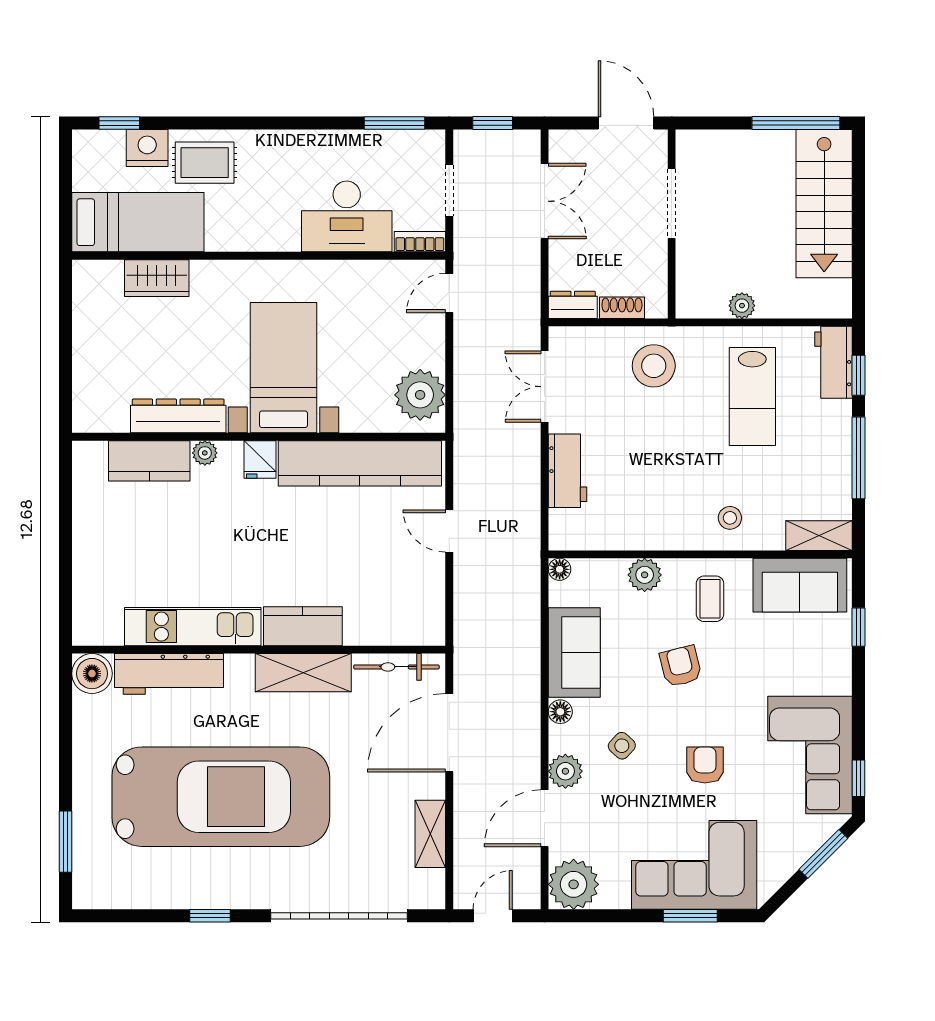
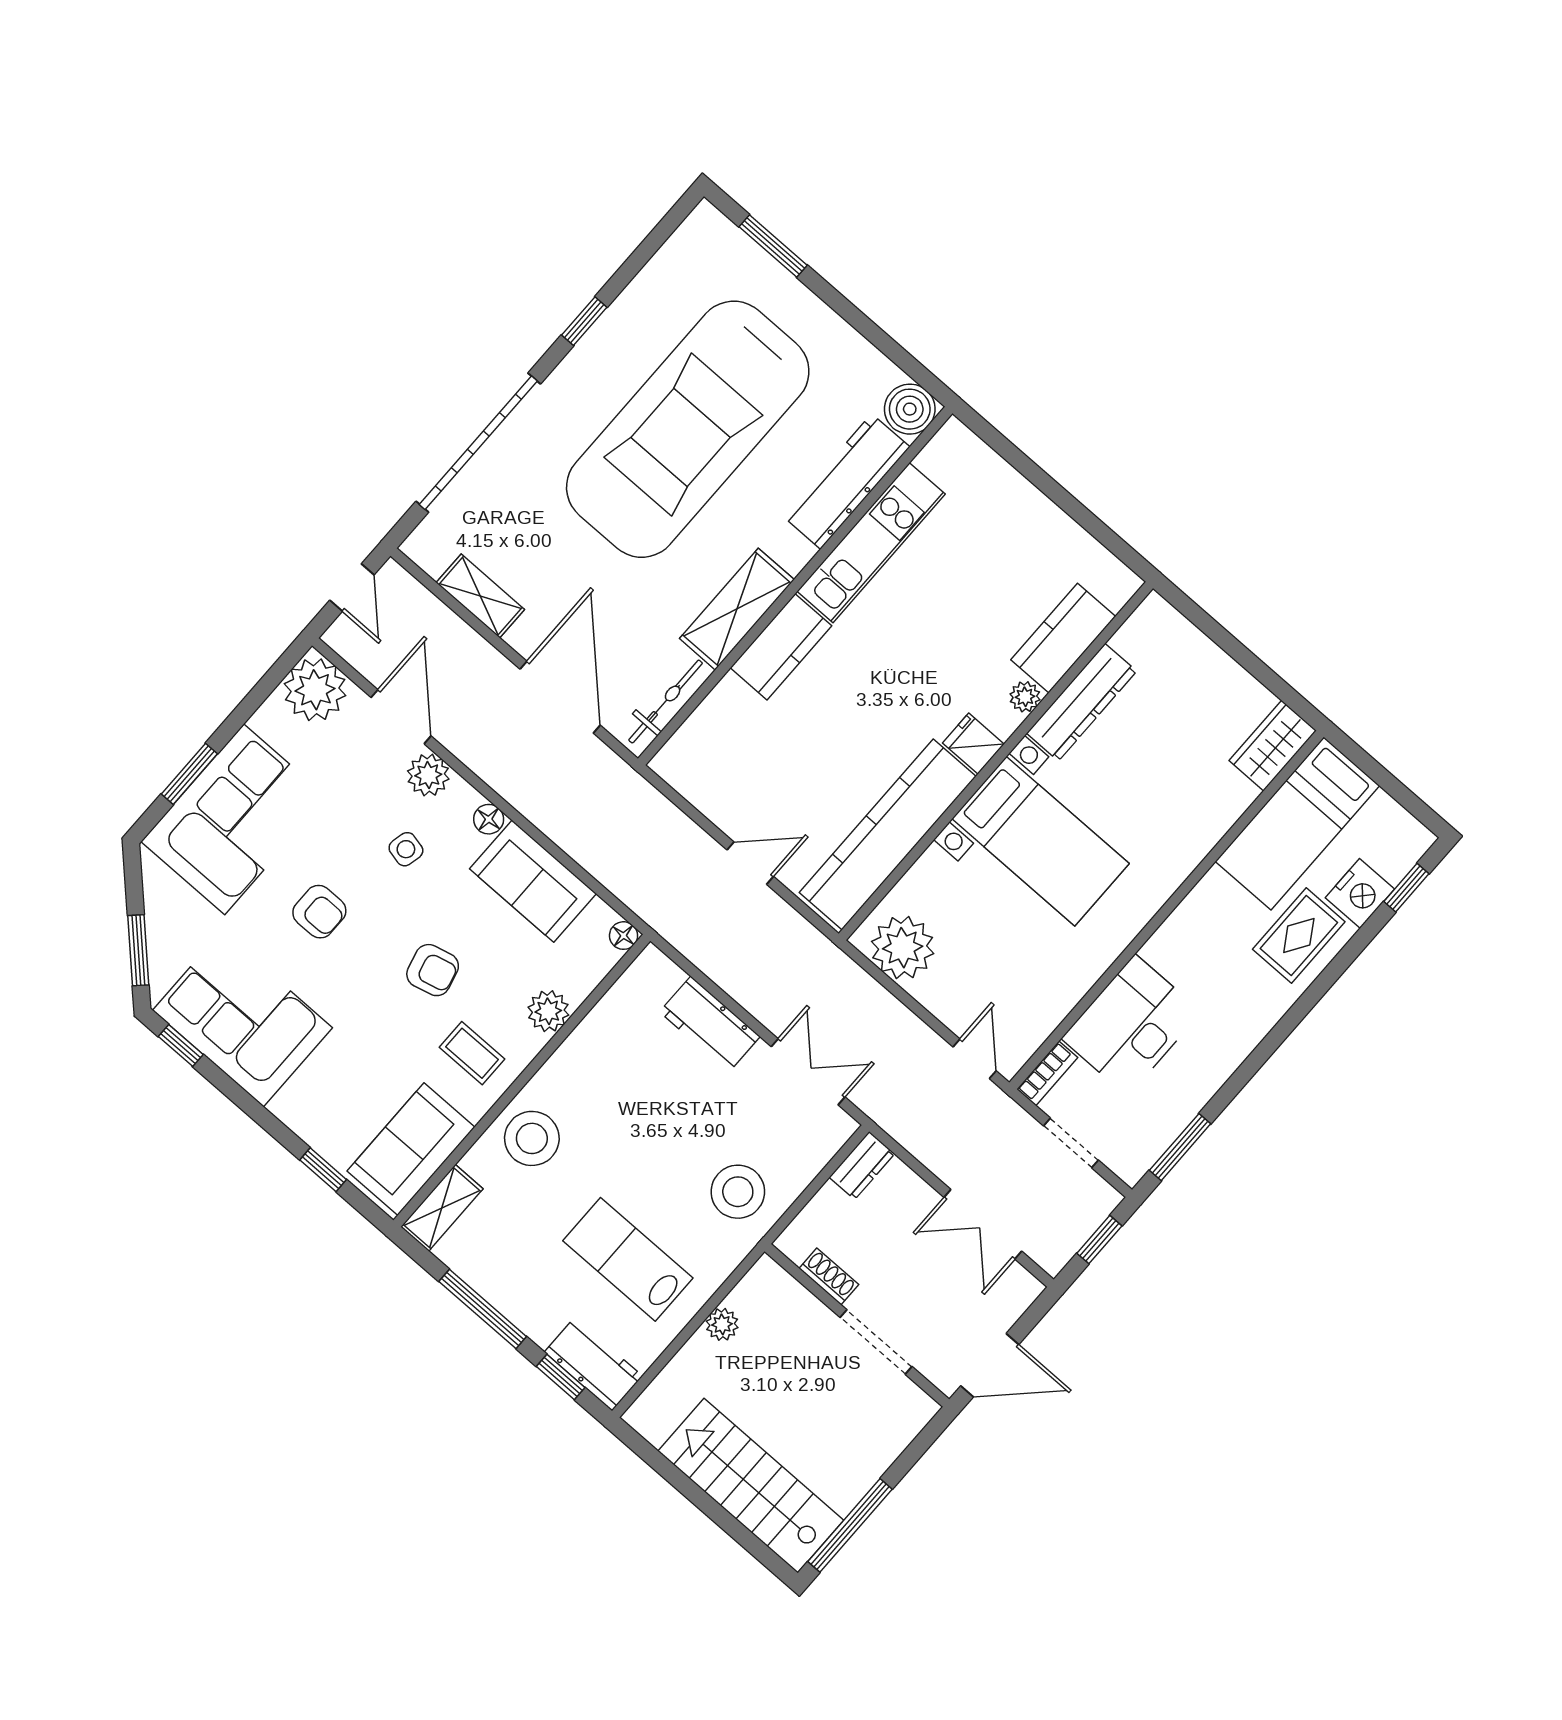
wardrobe: (157, 278) -> (1273, 746), moved
shoe rack: (622, 308) -> (829, 1276), moved, turned -90
stool: (730, 518) -> (532, 1138), width x1.89, depth x1.89
side table: (622, 746) -> (406, 849), turned -30

